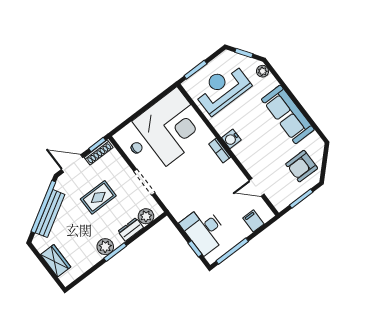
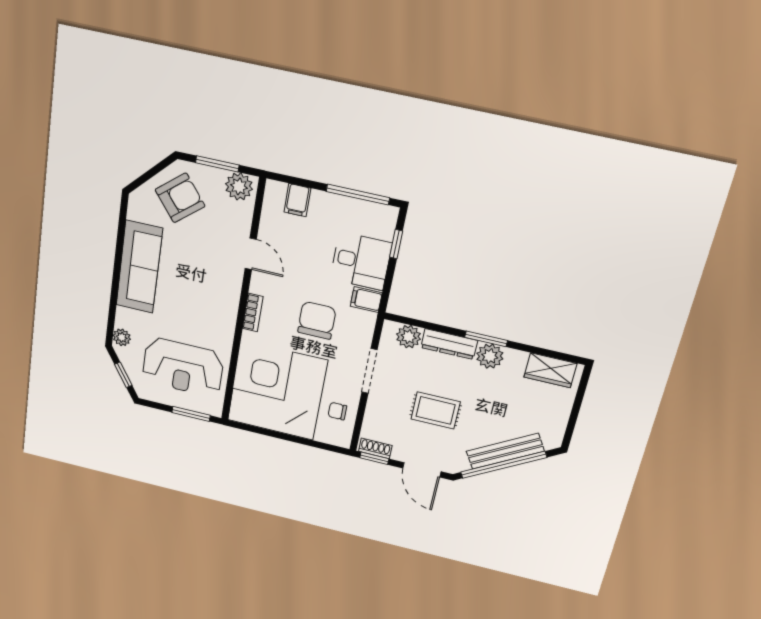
water cooler: (231, 139) -> (227, 310), removed
shoe rack: (99, 152) -> (375, 448), width x0.70
armchair: (302, 166) -> (180, 198), turned -39
chair: (190, 179) -> (317, 320), added
door: (257, 187) -> (251, 254), moved
plant: (283, 199) -> (239, 186), added
filing cabinet: (181, 212) -> (366, 299), added
dresser: (131, 229) -> (449, 344), width x1.44
desk: (204, 230) -> (361, 261), width x0.73
wardrobe: (56, 261) -> (550, 370), moved, turned -90

